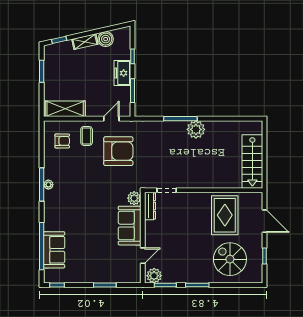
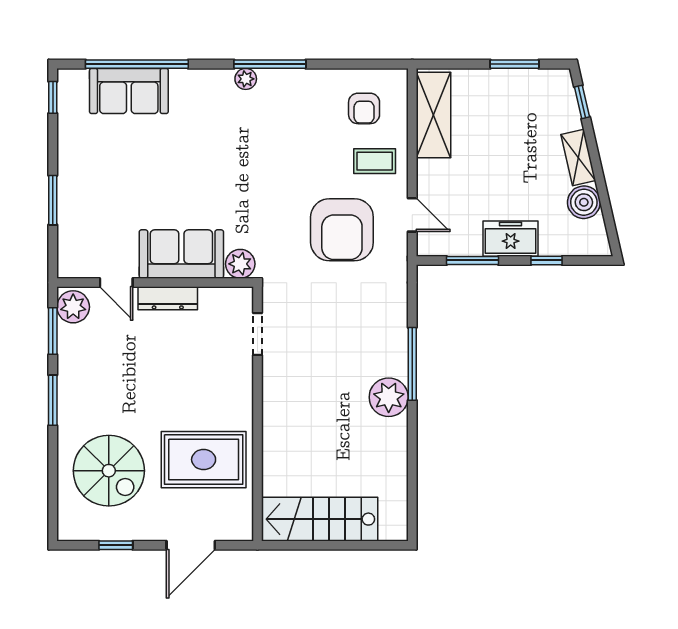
plant: (48, 185) -> (246, 79), moved
dresser: (150, 206) -> (168, 298), moved
spiral stairs: (230, 259) -> (109, 471), turned 90

